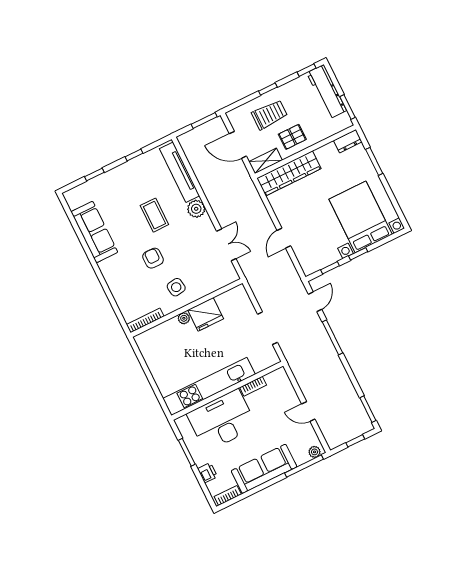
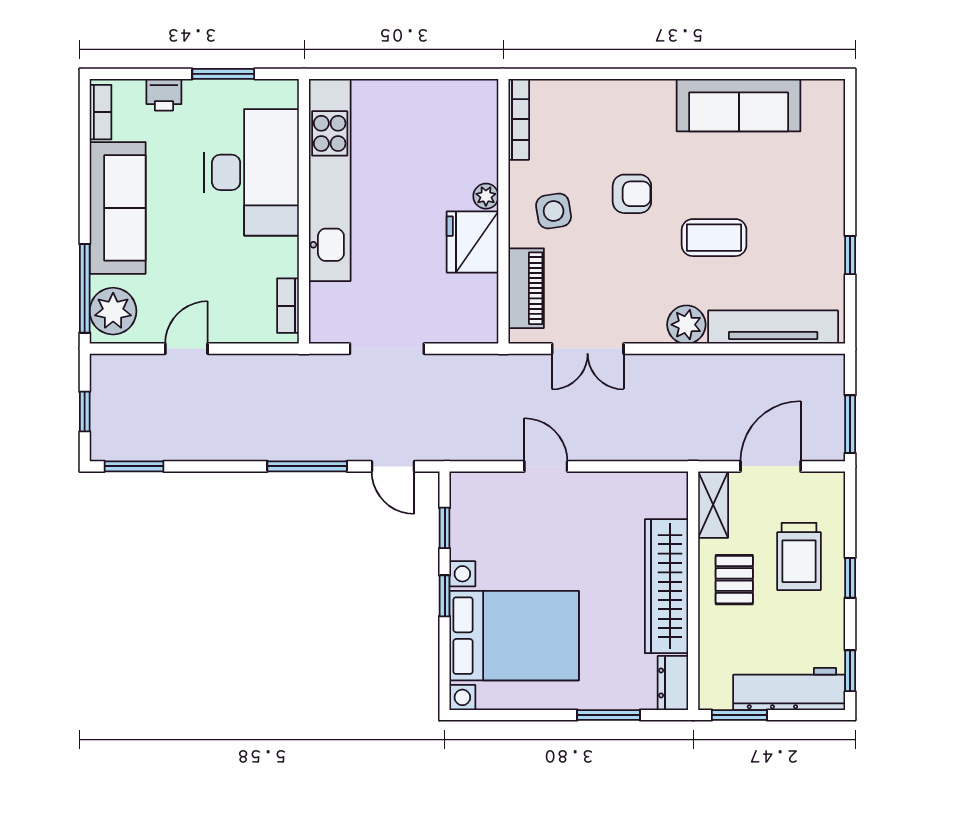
wardrobe: (289, 173) -> (667, 586), moved
window: (94, 174) -> (850, 160), removed
piano: (214, 283) -> (526, 288), added
bookcase: (253, 386) -> (288, 306), moved
plant: (315, 452) -> (113, 311), width x1.87, depth x1.87

